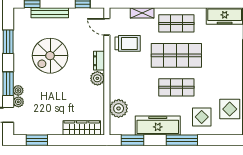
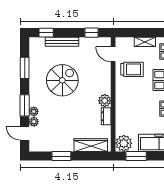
spiral stairs: (50, 56) -> (62, 80), turned 180
dresser: (99, 61) -> (106, 116), moved
plant: (119, 108) -> (124, 143), moved
window: (37, 140) -> (61, 156), moved

